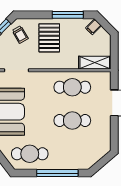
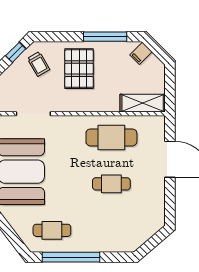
cafe table: (72, 121) -> (111, 184), width x0.73, depth x0.74
cafe table: (30, 154) -> (52, 230), width x0.73, depth x0.74
window: (57, 173) -> (71, 257), moved

